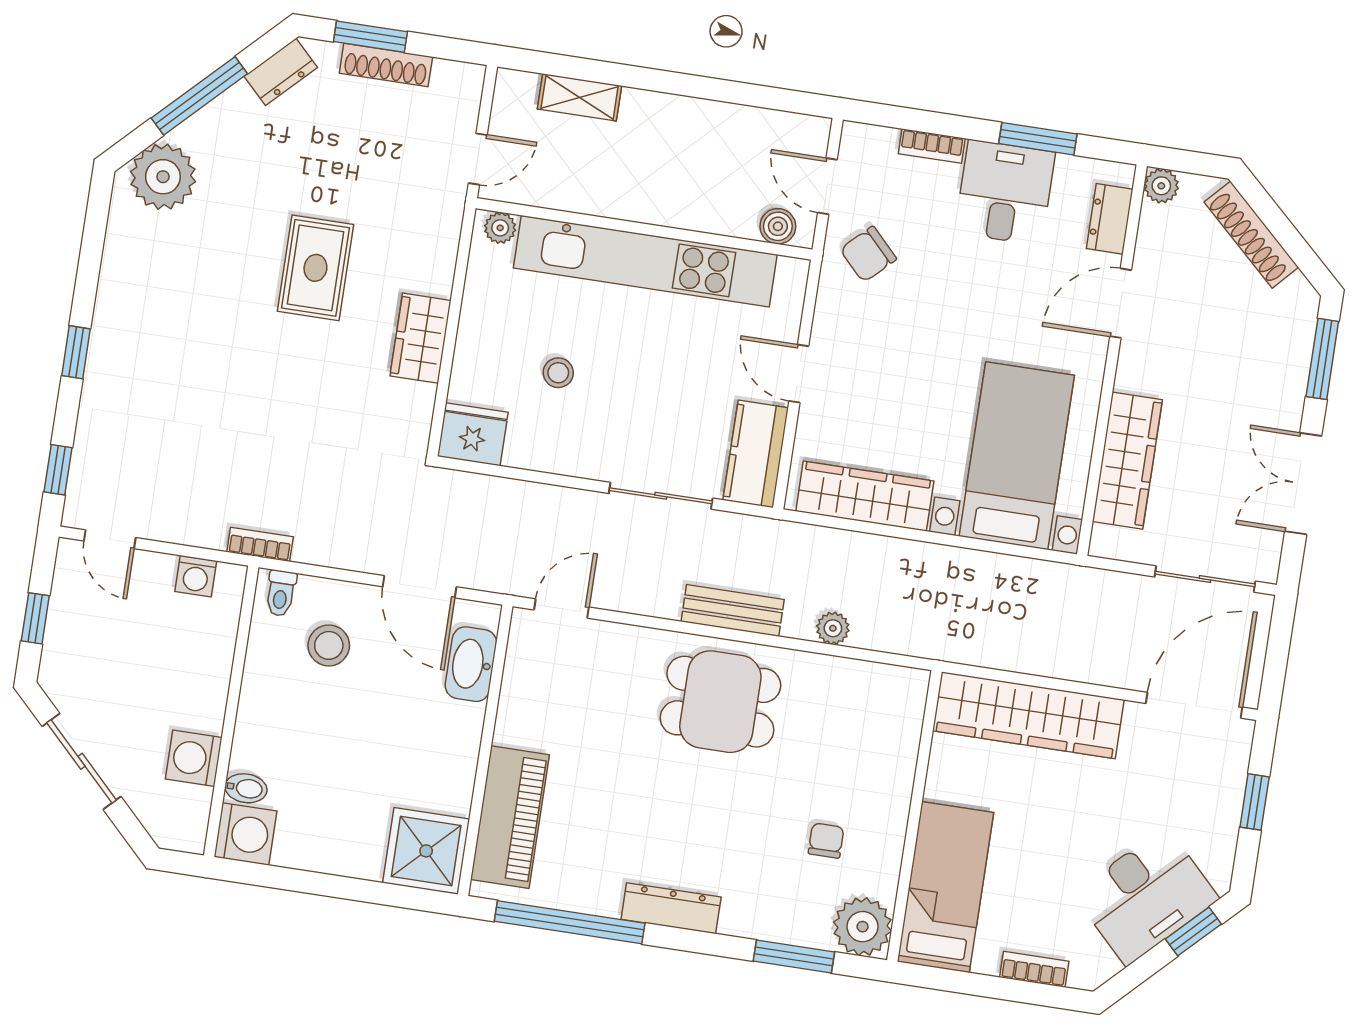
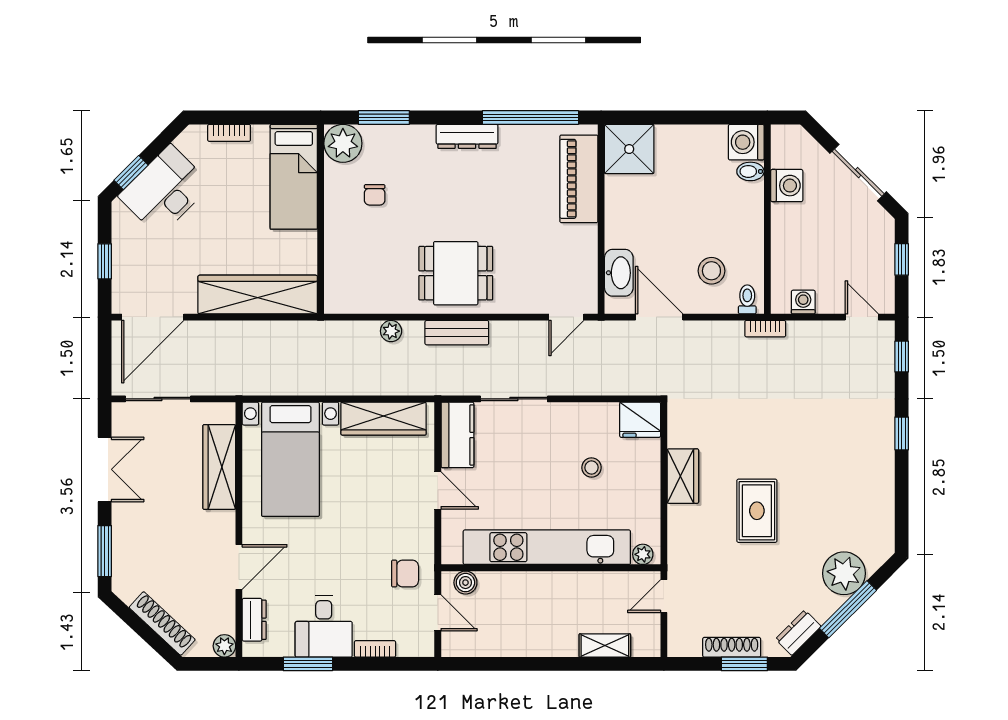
plant: (163, 177) -> (844, 573), moved
chair: (868, 254) -> (405, 574), turned 44

